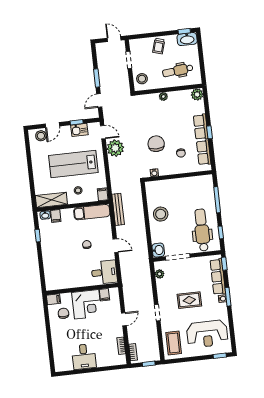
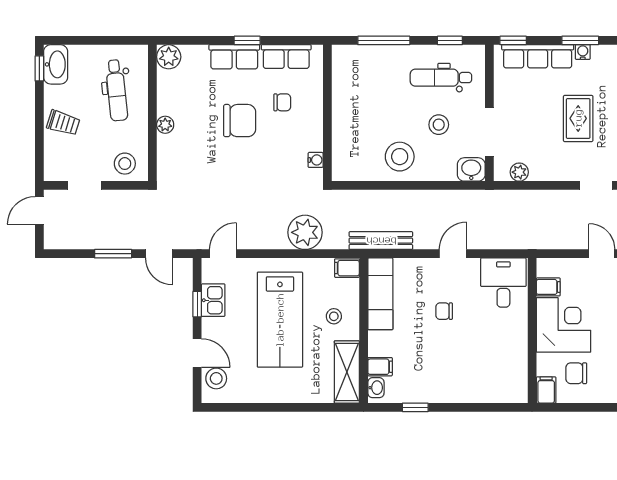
chair: (156, 144) -> (240, 121), moved, turned 180
plant: (115, 148) -> (305, 232), moved
dental chair: (202, 230) -> (441, 78), width x0.73, depth x0.72
stool: (179, 232) -> (439, 125), added

